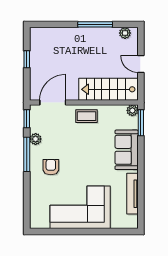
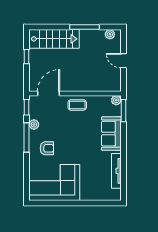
stairs: (108, 89) -> (54, 39), moved, turned 180
armchair: (51, 167) -> (47, 148), turned 90
corner sofa: (80, 207) -> (54, 183), moved

